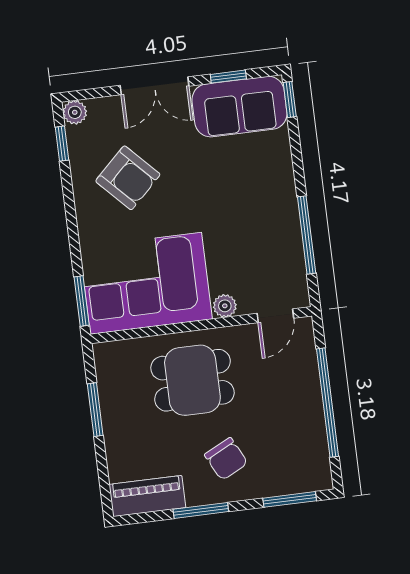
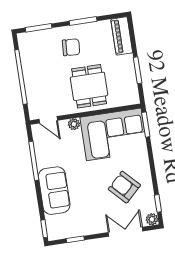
double door: (154, 86) -> (126, 232), moved
sofa: (239, 107) -> (54, 191), moved, turned 90
door: (275, 316) -> (48, 120), swing flipped
dining table: (192, 380) -> (89, 86), turned 90
chair: (226, 459) -> (71, 47), turned 121
piano: (147, 496) -> (122, 36), moved, turned 90

